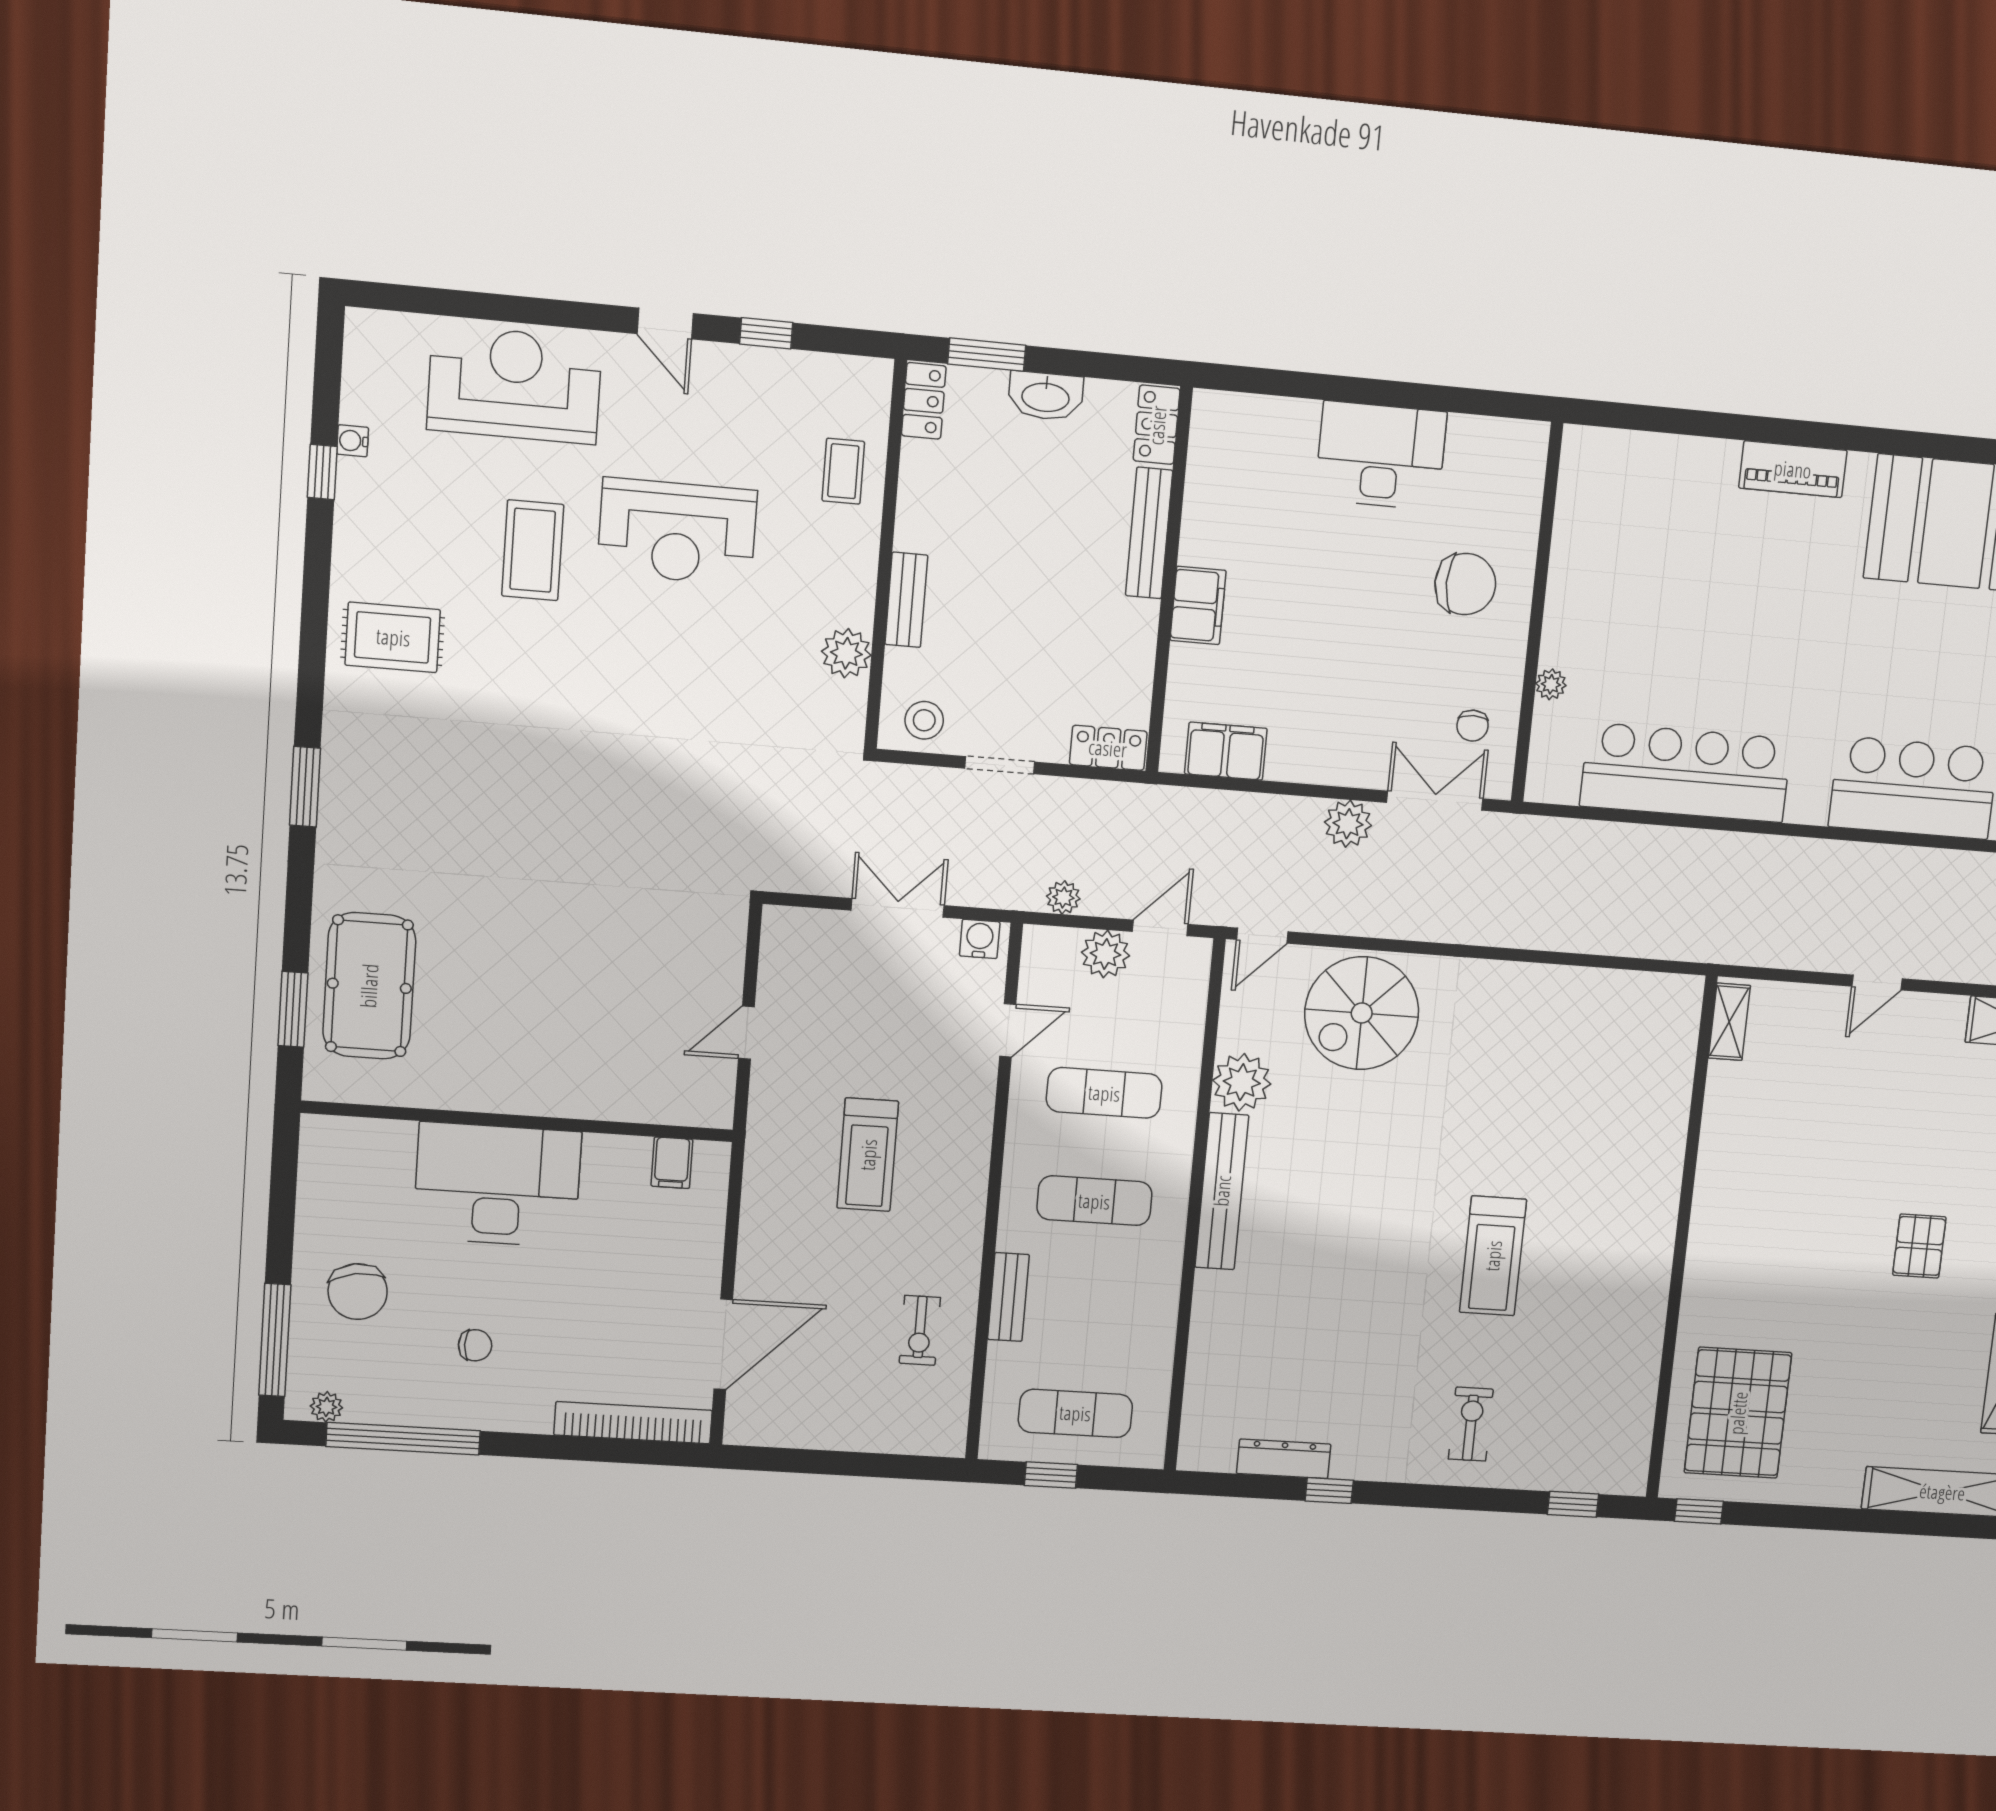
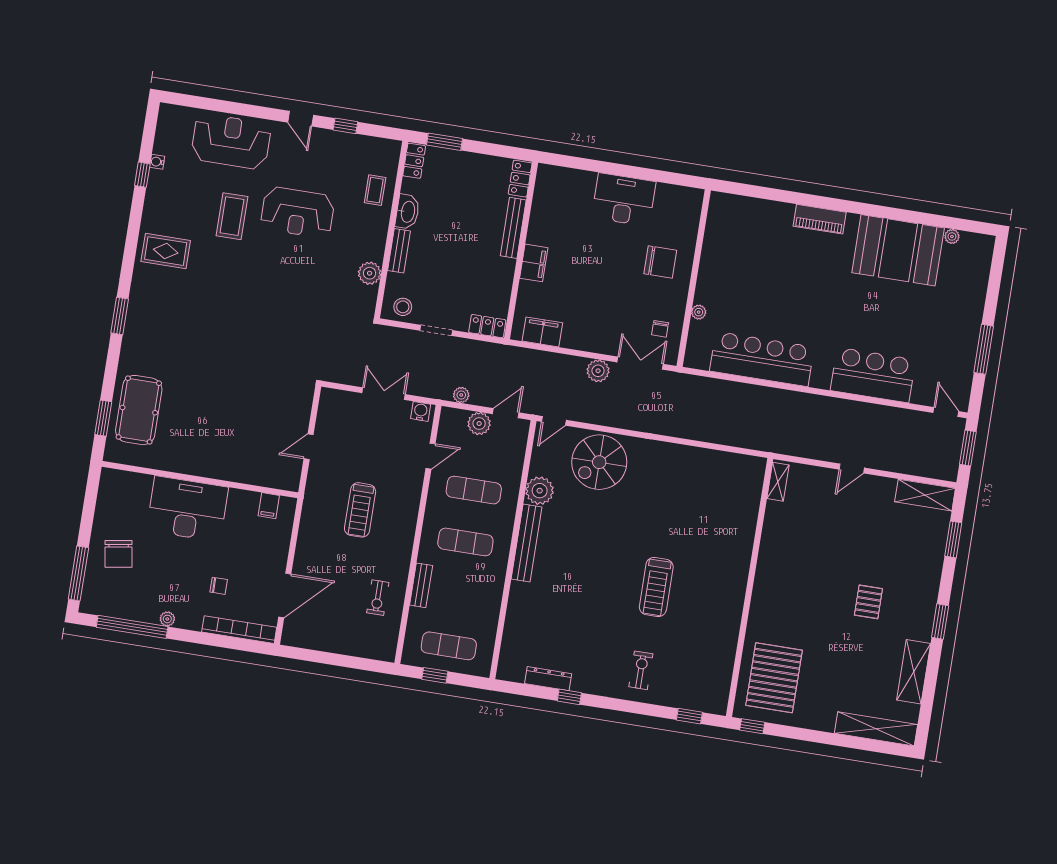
washbasin: (1046, 396) -> (407, 212), moved, turned -90
chair: (475, 1345) -> (219, 586), moved
plant: (326, 1407) -> (167, 619), moved

